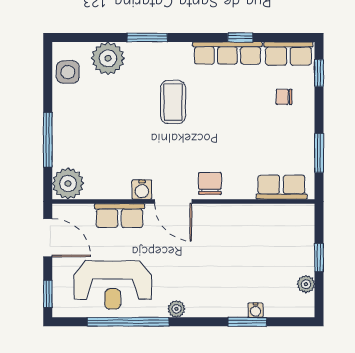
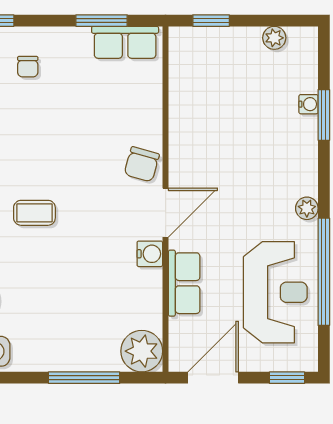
coffee table: (173, 102) -> (34, 213), width x0.73, depth x0.77
chair: (210, 183) -> (142, 164), turned -74
row of seats: (281, 187) -> (125, 42), moved, turned -90
window: (319, 258) -> (211, 21), moved

